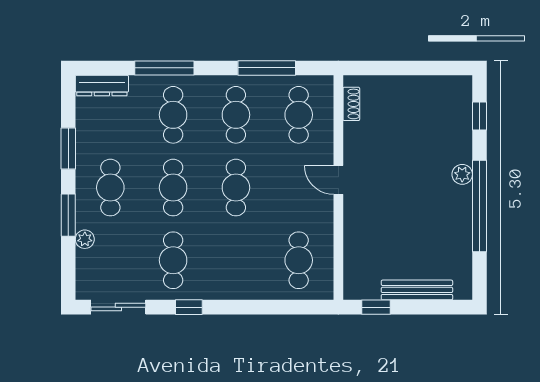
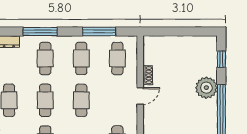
shoe rack: (351, 104) -> (148, 75), moved
plant: (462, 174) -> (206, 88), width x1.88, depth x1.88
door: (338, 180) -> (140, 96), swing flipped

